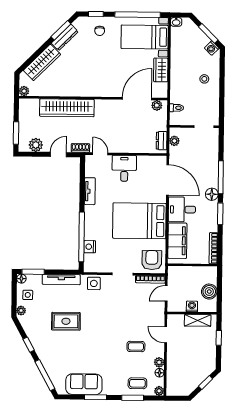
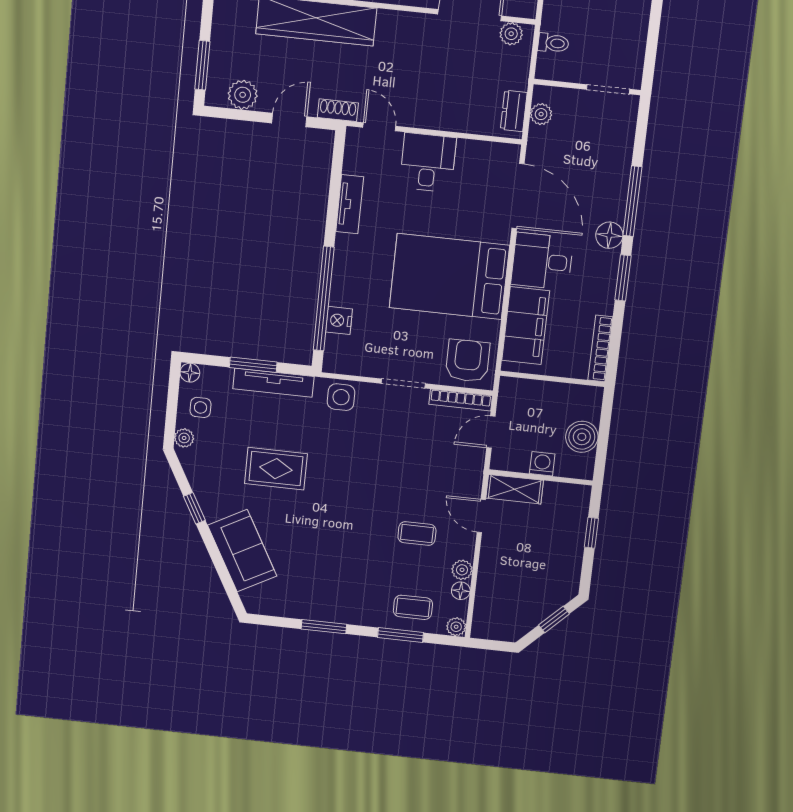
window: (33, 272) -> (253, 365), moved
shelving: (198, 320) -> (515, 489), moved
window: (45, 375) -> (223, 573), removed
sofa: (84, 384) -> (242, 551), moved, turned 61

